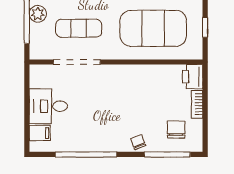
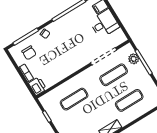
plant: (38, 14) -> (134, 59), moved
exercise mat: (153, 28) -> (74, 99), width x0.50, depth x0.69

